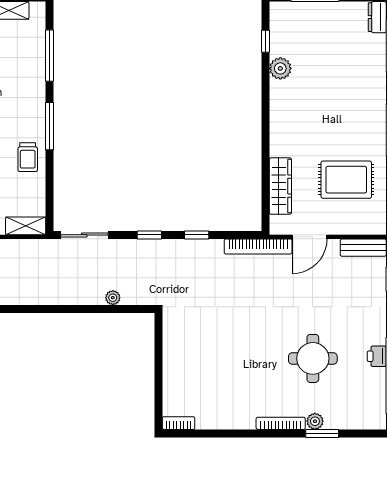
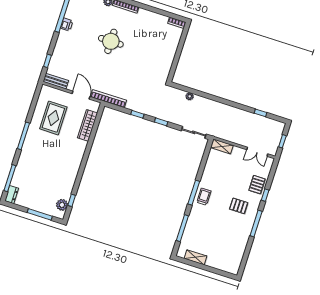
plant: (280, 68) -> (62, 205), moved
trolley: (28, 157) -> (204, 197), moved
rug: (346, 180) -> (53, 118), turned 90
door: (310, 237) -> (81, 95), hinge flipped
round table: (313, 358) -> (111, 41), moved

